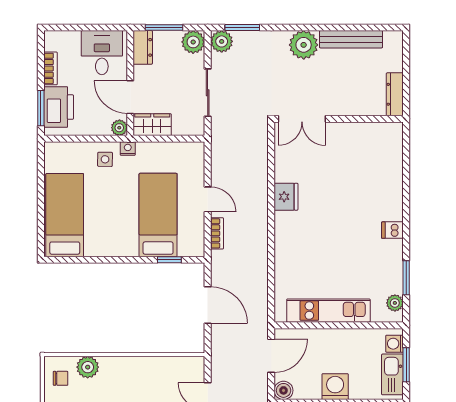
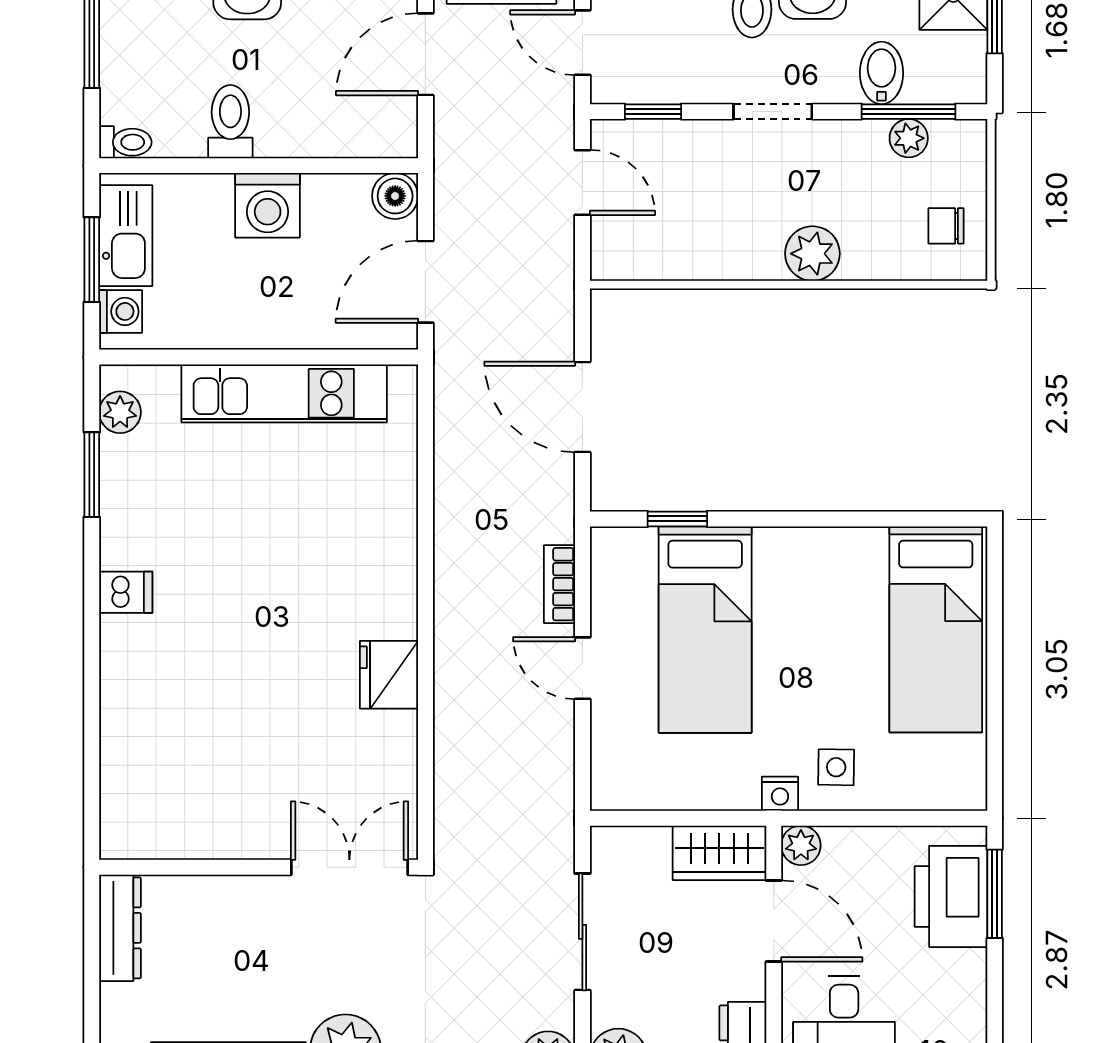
bookcase: (50, 68) -> (971, 992), removed
plant: (88, 367) -> (812, 254), moved

